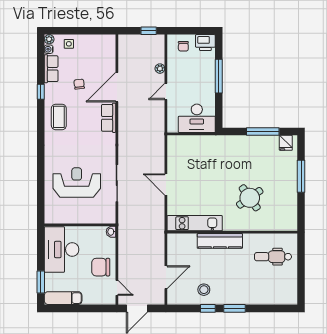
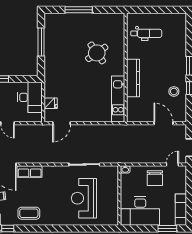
fridge: (286, 143) -> (51, 103), moved
door: (166, 184) -> (62, 123), moved
dental chair: (273, 257) -> (146, 33), turned -90

